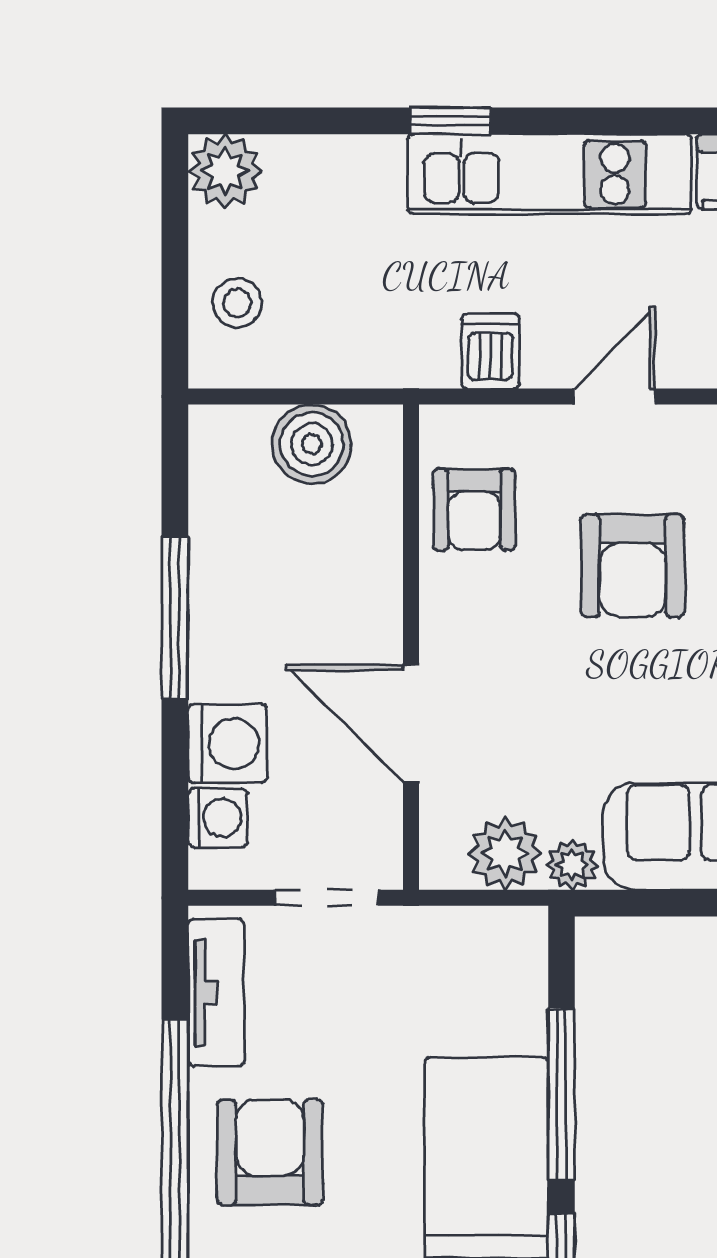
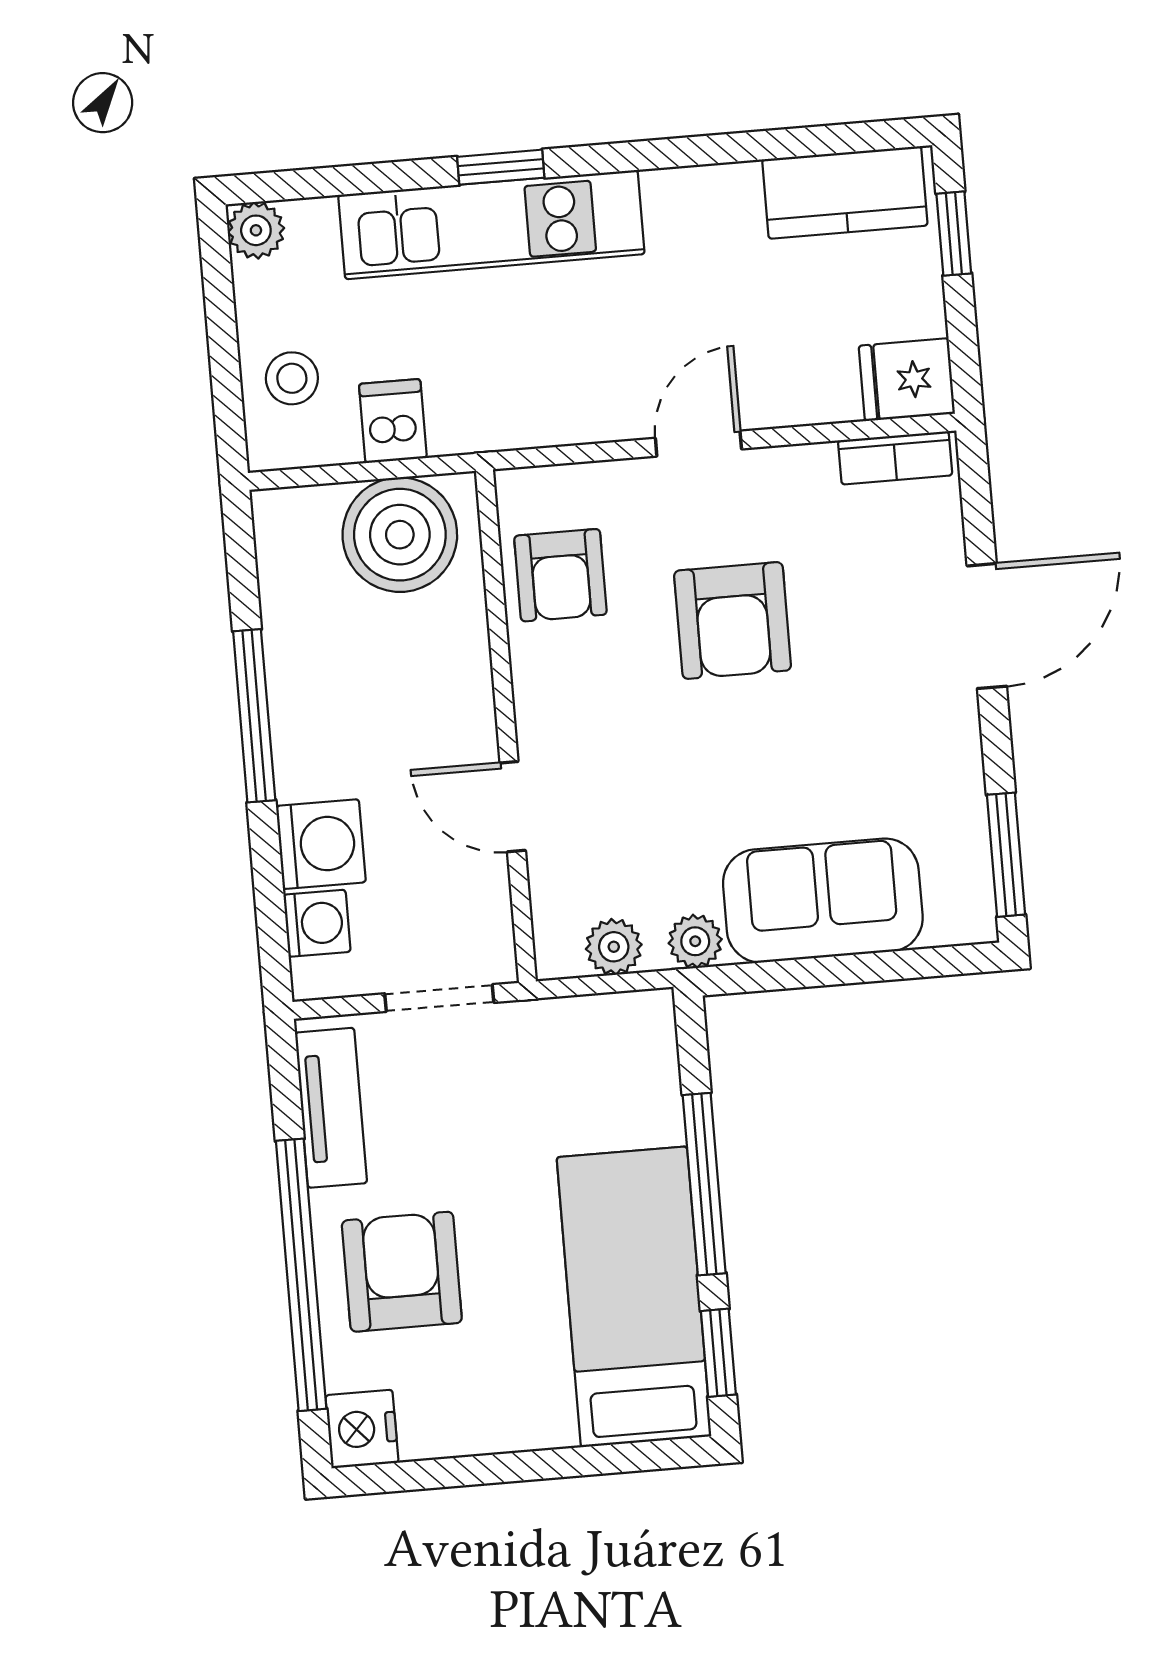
plant: (225, 171) -> (256, 230), width x0.73, depth x0.73
kitchen unit: (550, 174) -> (491, 225), moved
dishwasher: (491, 351) -> (393, 421), moved
boiler: (312, 444) -> (400, 535), width x1.37, depth x1.37
door: (411, 723) -> (513, 807), width x0.73
plant: (505, 853) -> (614, 947), width x0.73, depth x0.73

